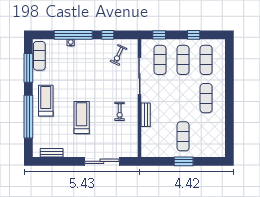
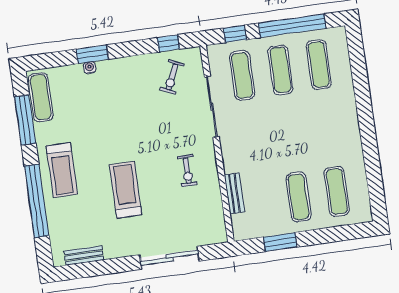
window: (73, 35) -> (92, 54), width x0.47
window: (108, 35) -> (168, 43), moved
window: (194, 35) -> (292, 26), width x3.17
exercise mat: (206, 98) -> (337, 191), moved
treadmill: (46, 101) -> (62, 170), turned 180
bench: (146, 115) -> (234, 193), moved
window: (184, 161) -> (280, 242), moved

